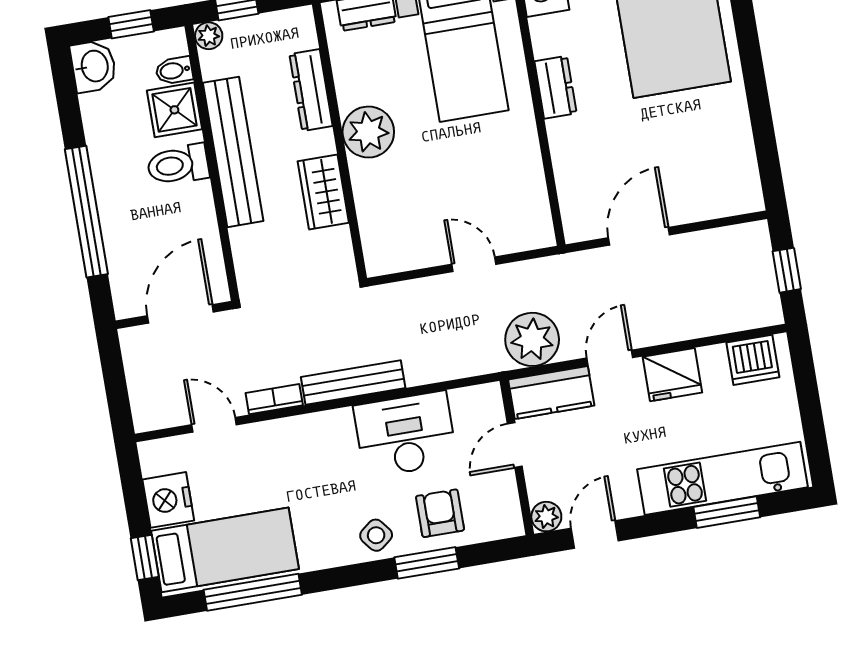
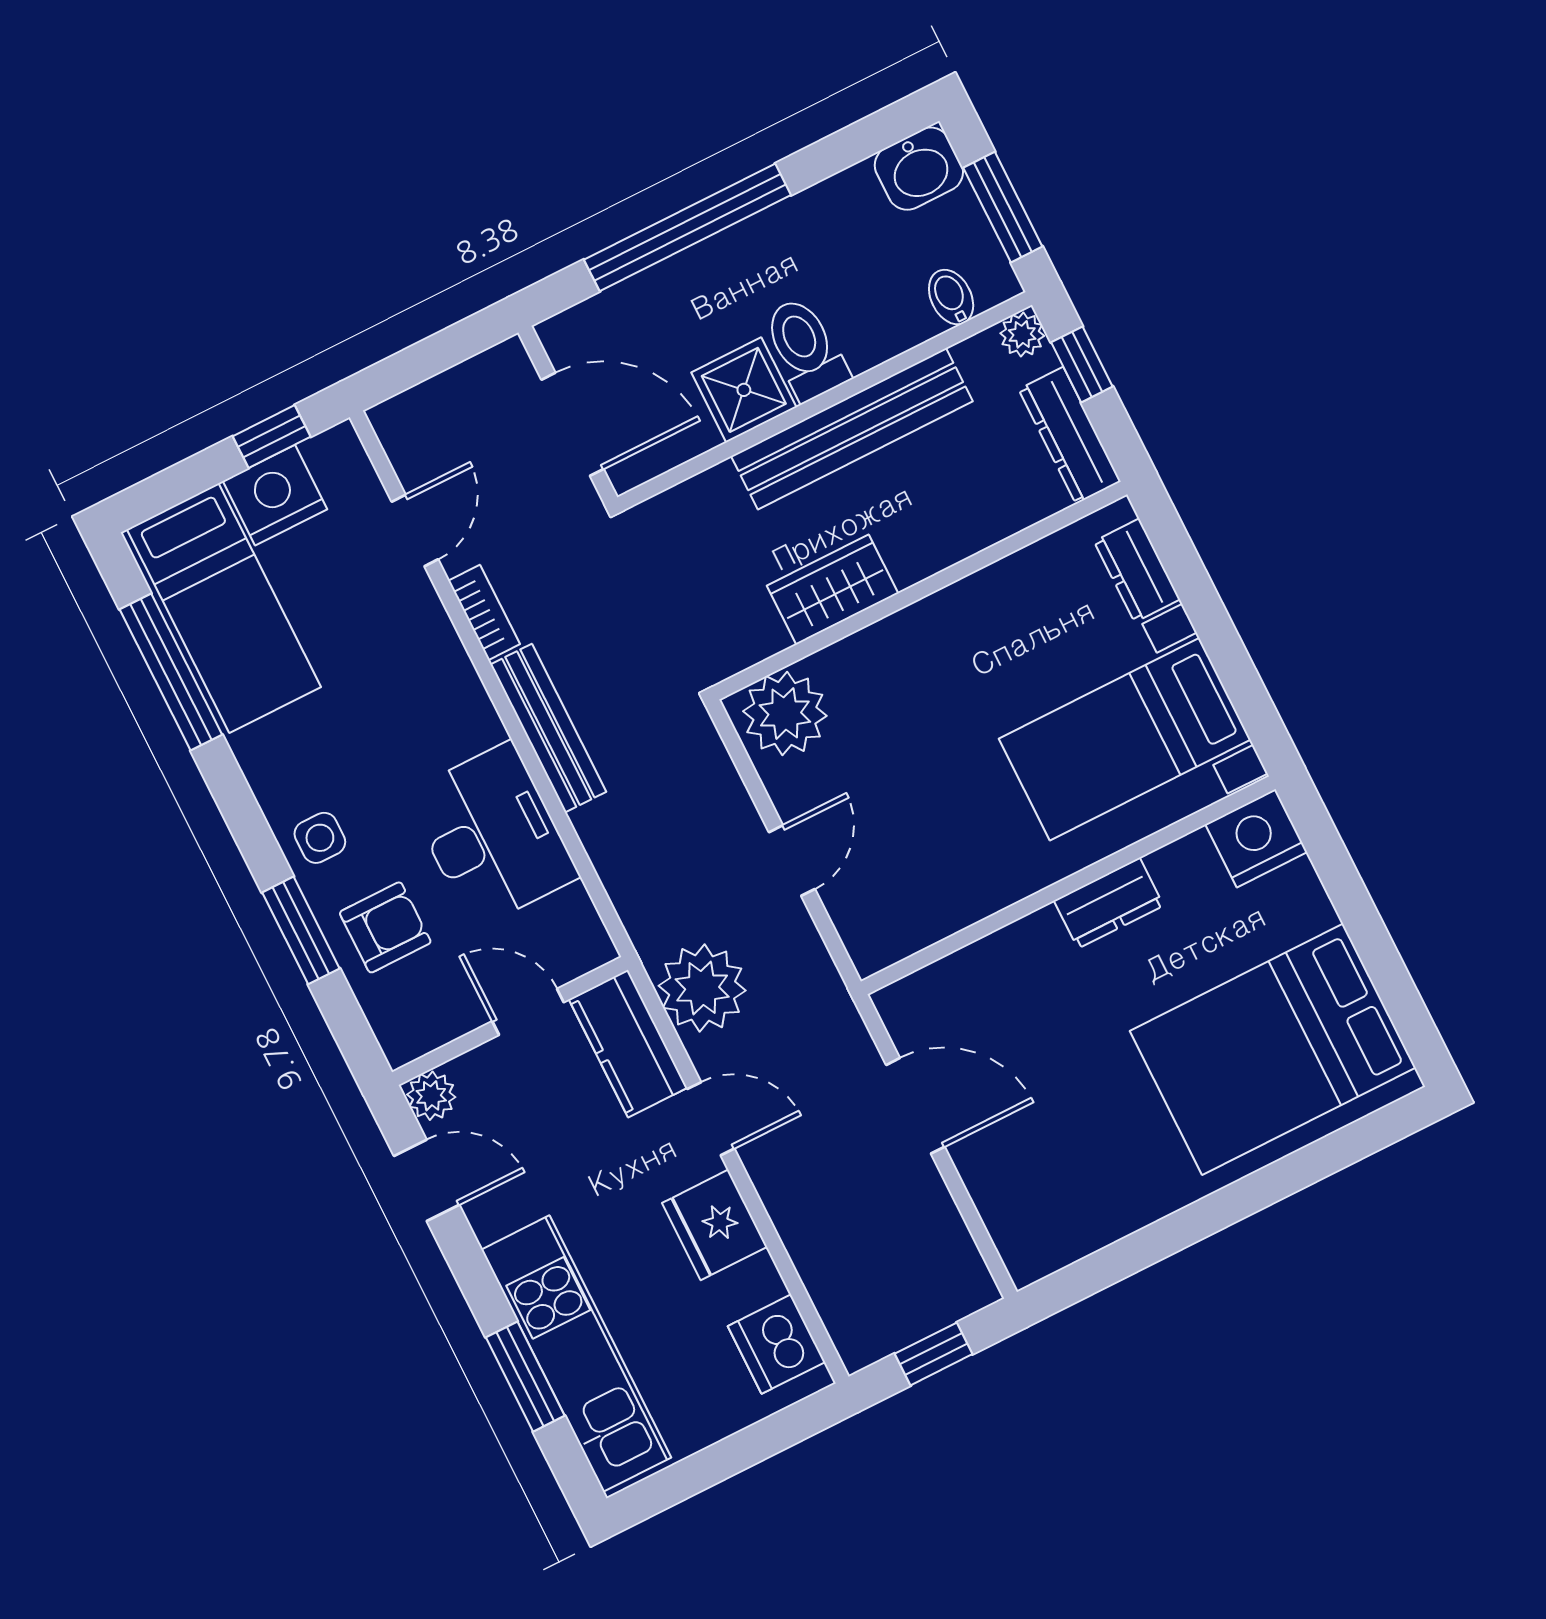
window: (131, 24) -> (1003, 207), width x1.50
dresser: (311, 90) -> (1070, 435), moved, turned -90
shower: (174, 110) -> (744, 390), moved
plant: (368, 132) -> (785, 713), moved
side table: (376, 535) -> (320, 838), turned 38
window: (145, 557) -> (272, 437), moved

